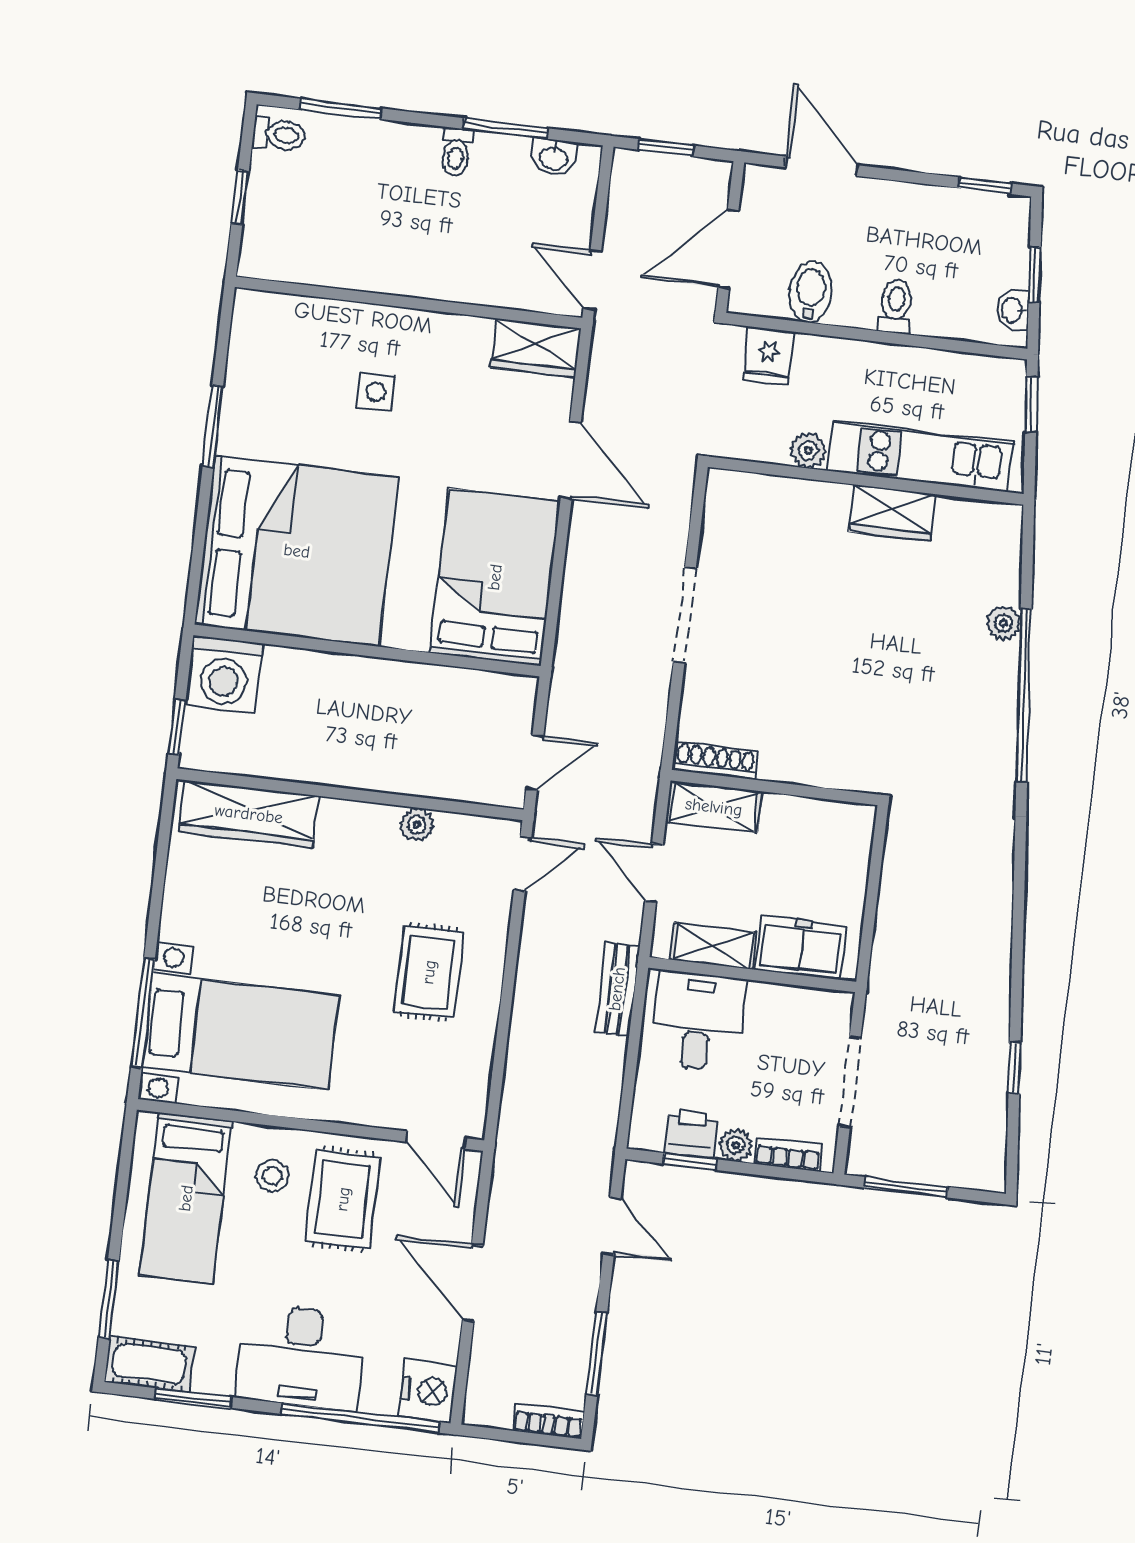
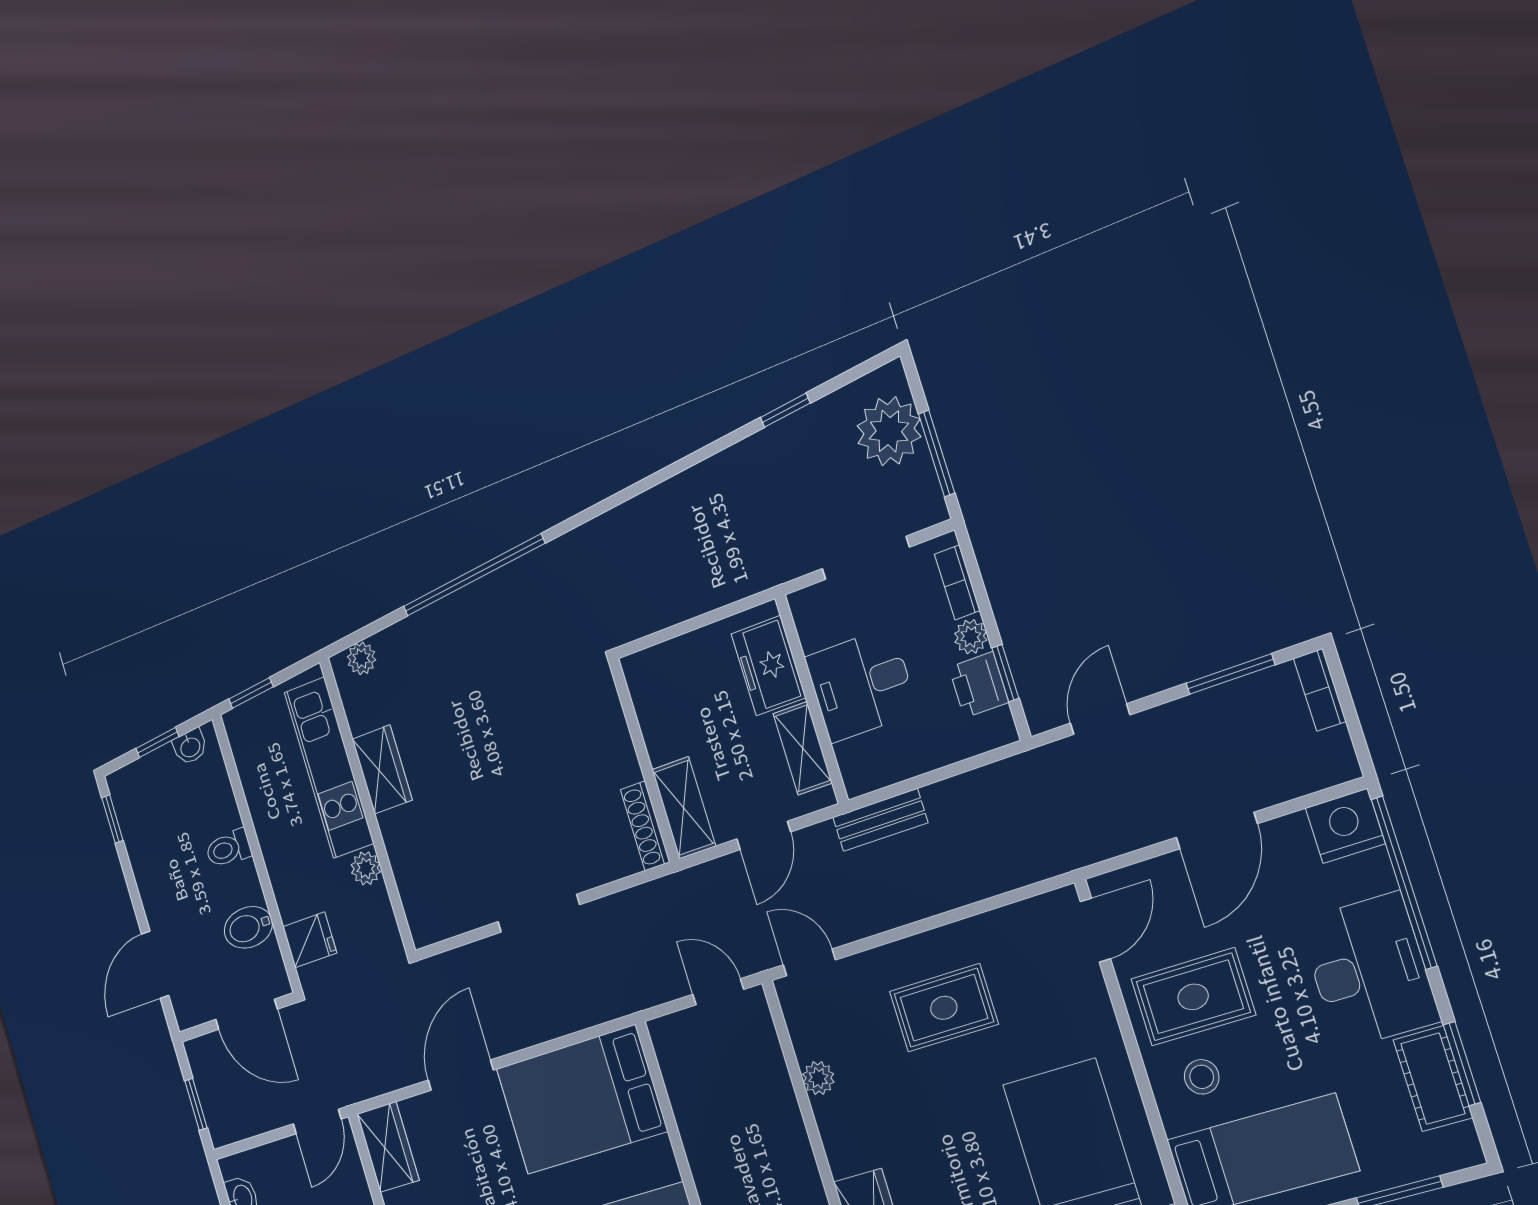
plant: (1003, 623) -> (361, 658), moved
desk: (698, 1021) -> (861, 685), moved
plant: (947, 1154) -> (889, 431), added
cot: (149, 1364) -> (1433, 1079), moved

